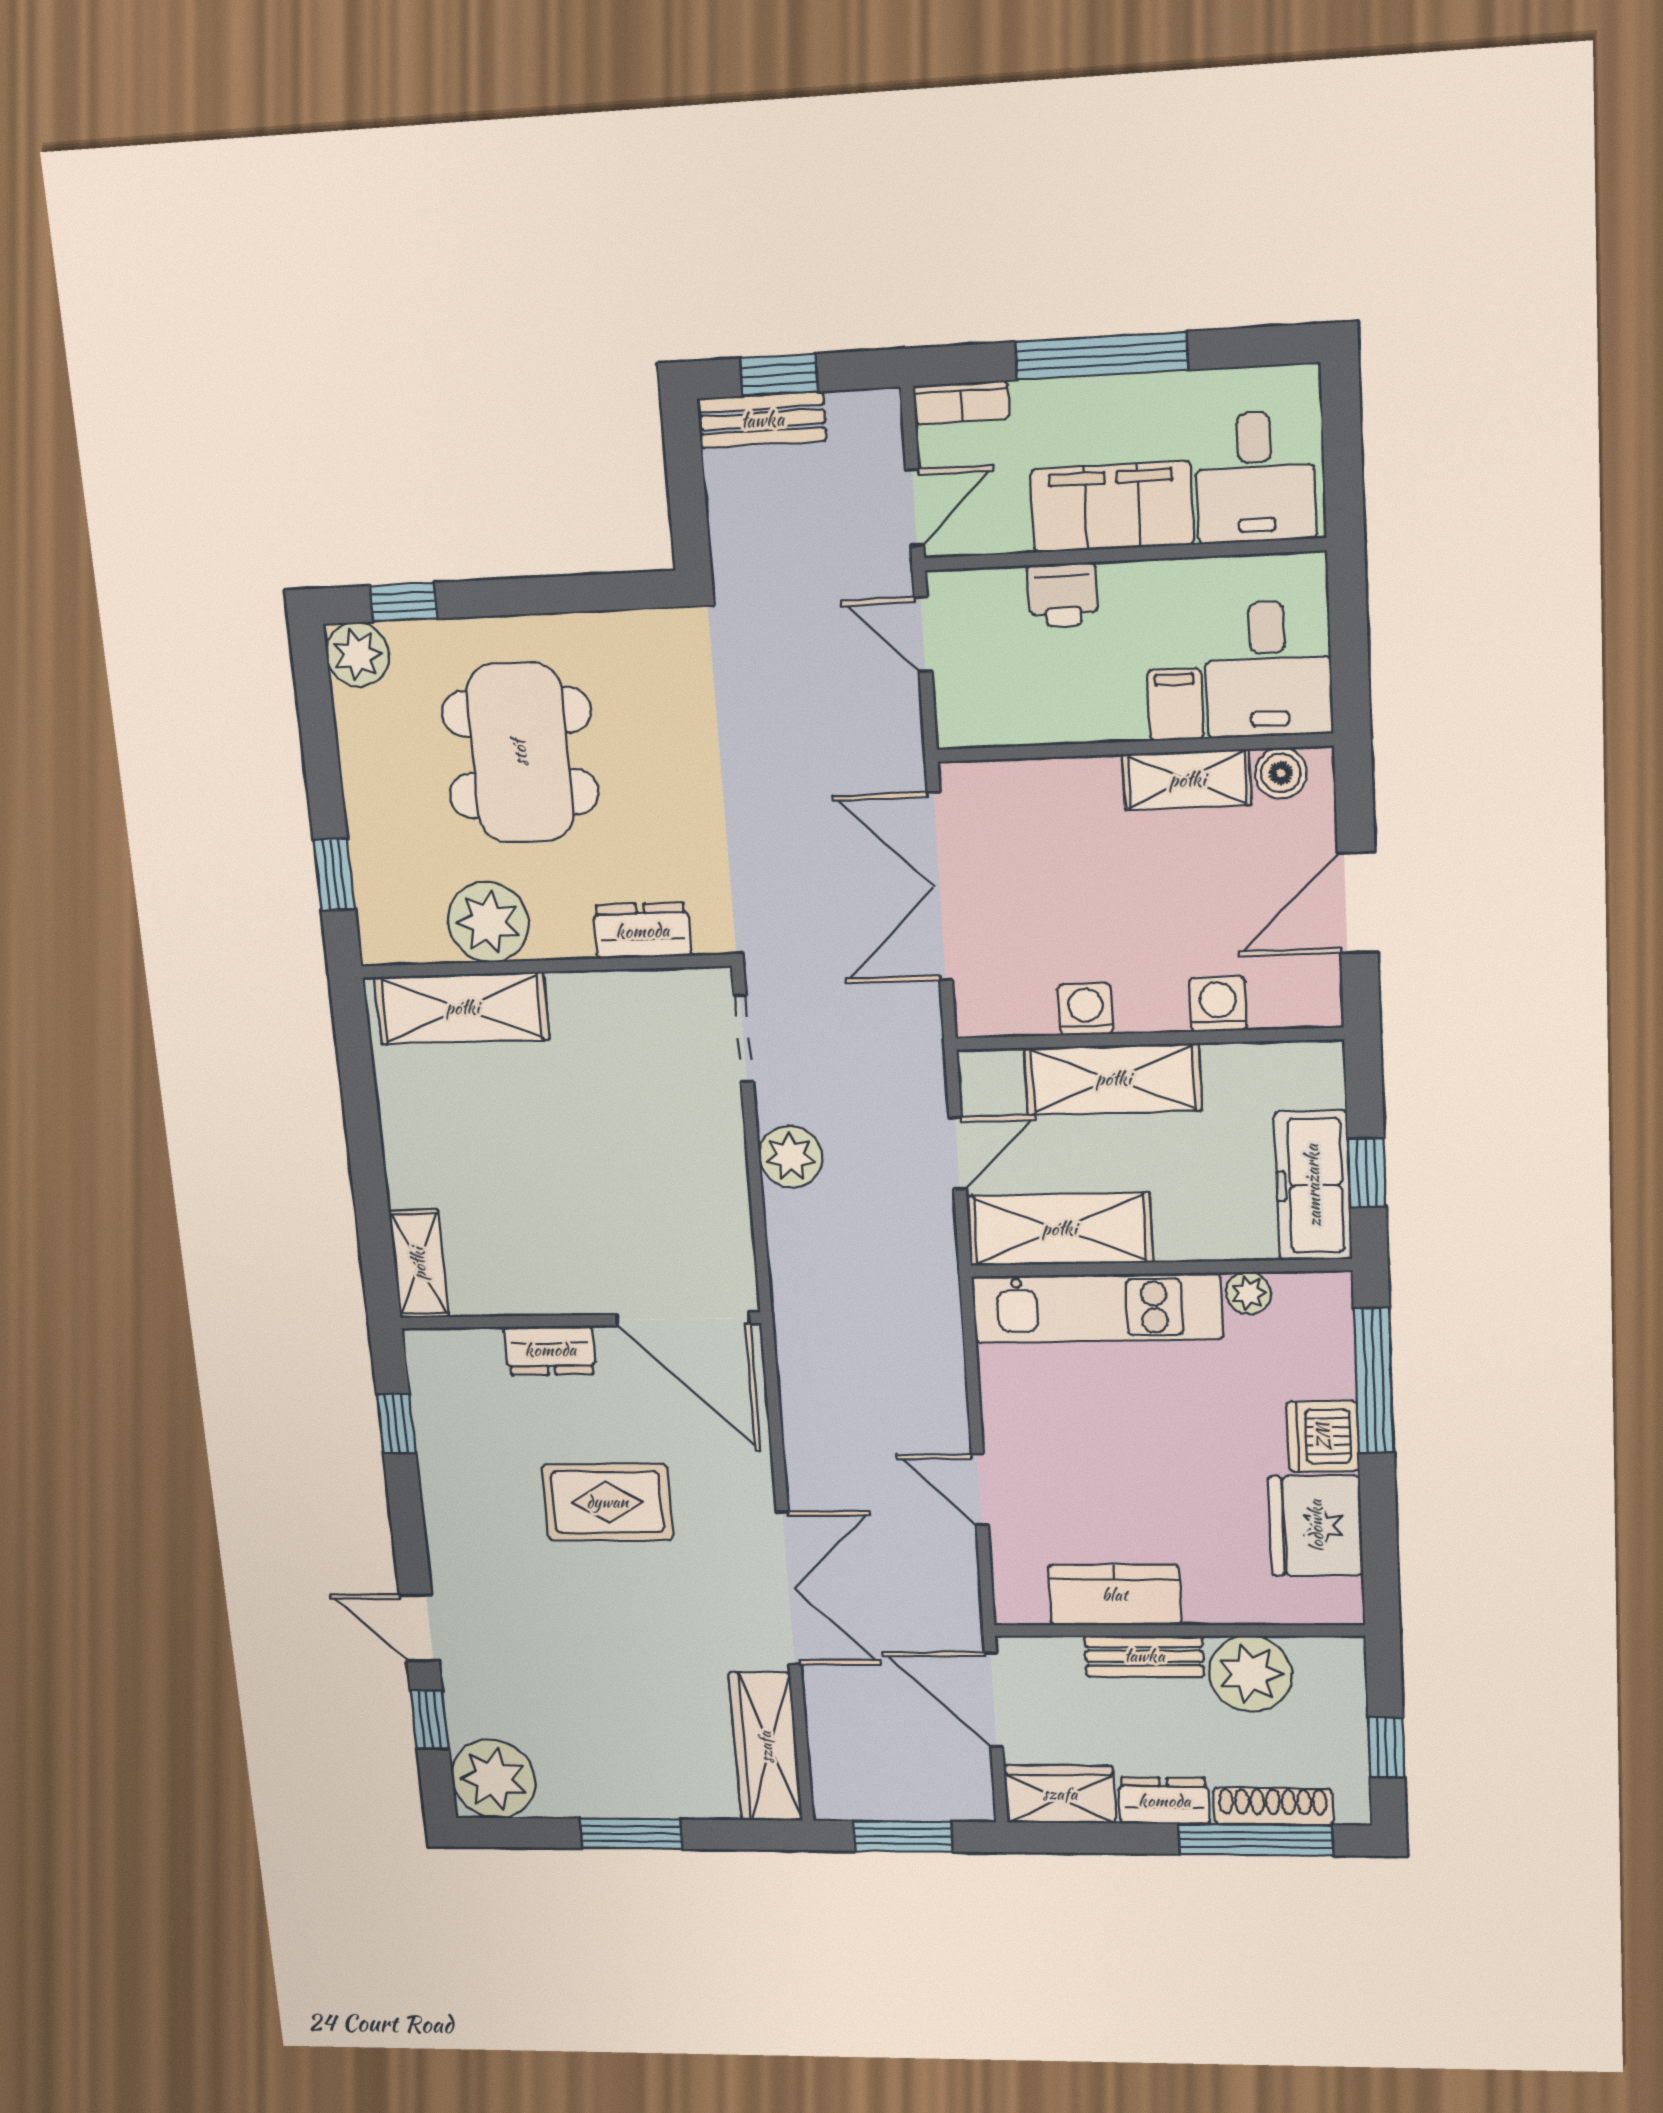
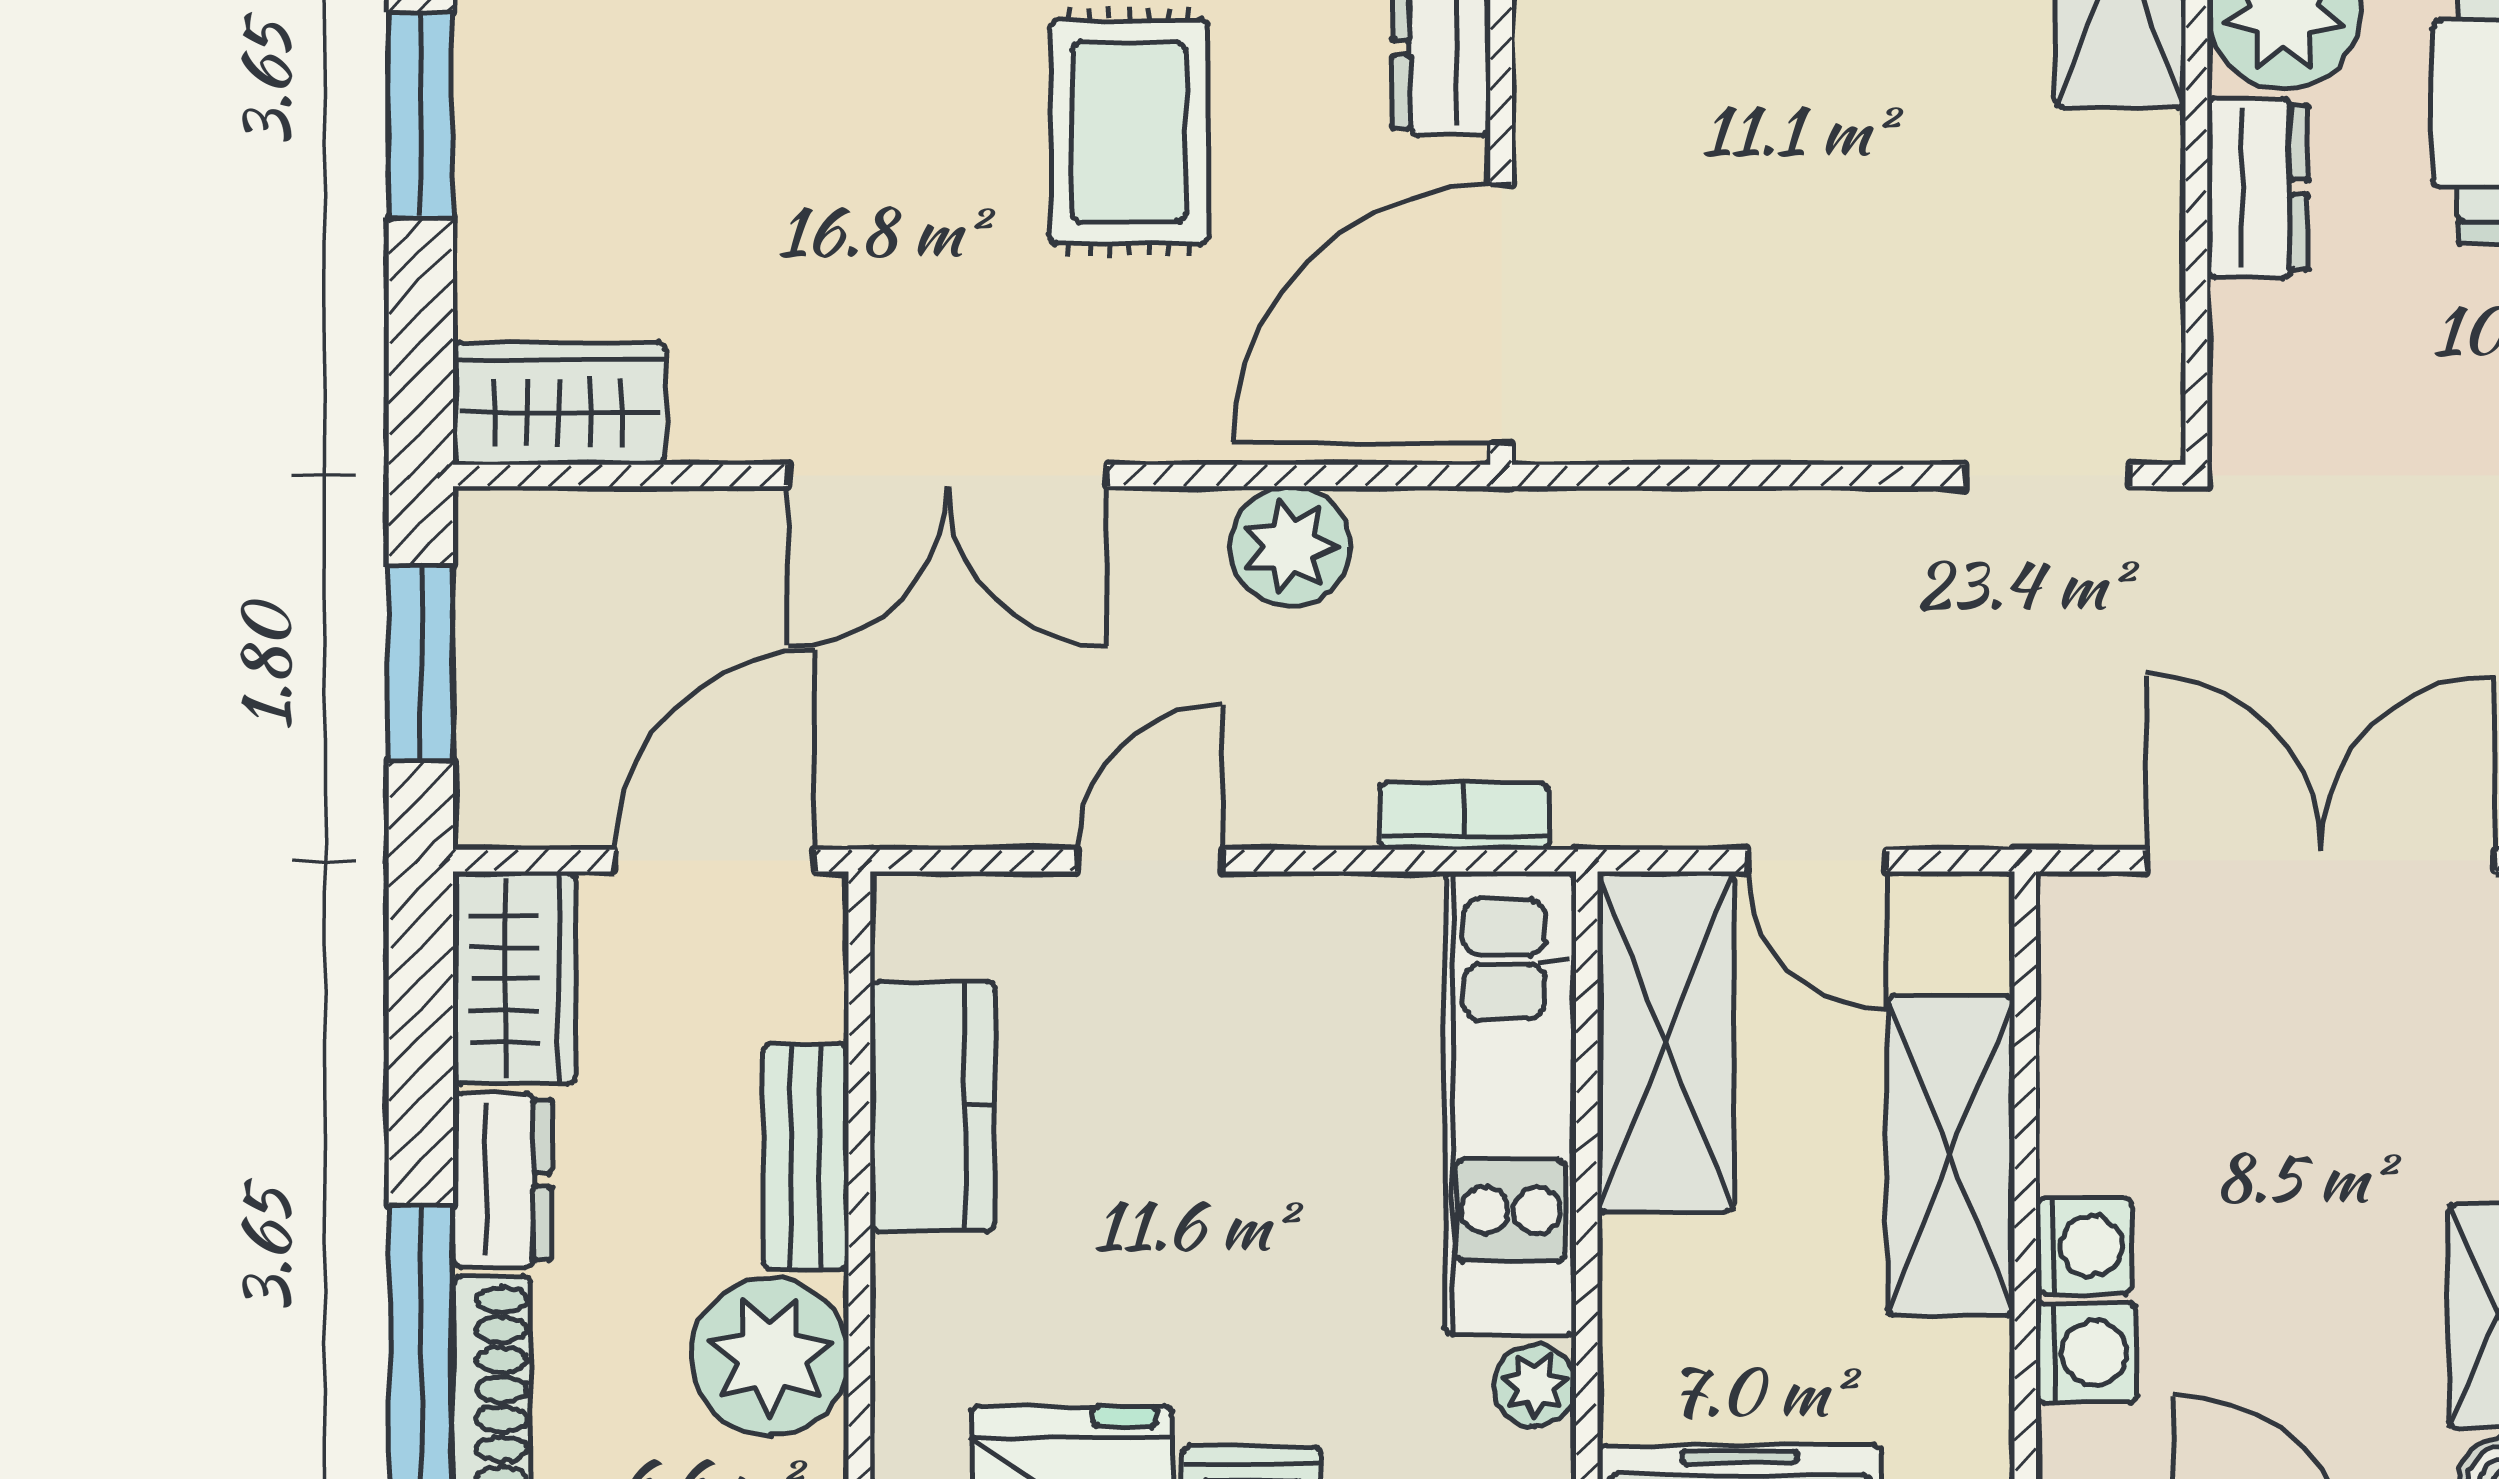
dresser: (642, 931) -> (2258, 187), moved
washing machine: (1086, 1009) -> (2084, 1246), moved
plant: (791, 1157) -> (1290, 546), moved
bookcase: (946, 1333) -> (1465, 816), added
wardrobe: (766, 1747) -> (559, 403), width x0.67

